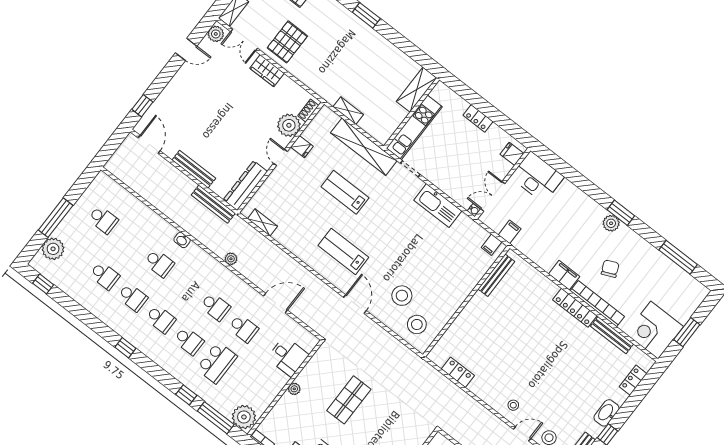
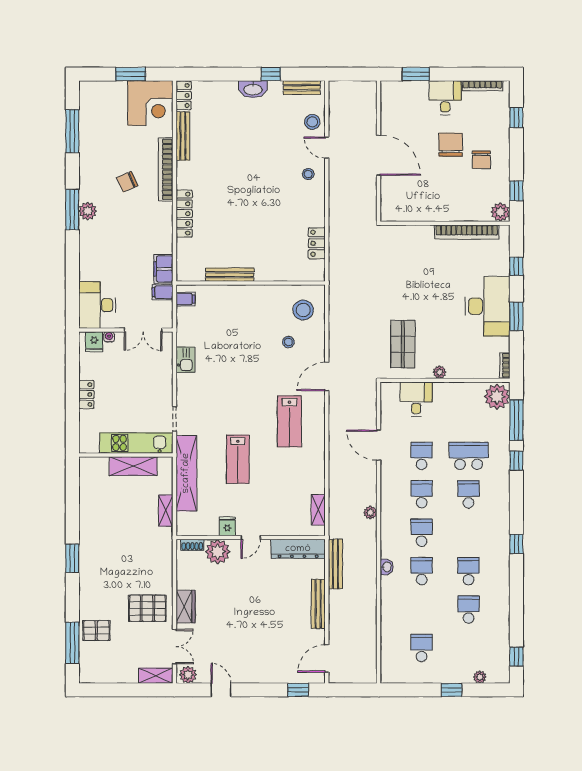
shelving: (417, 90) -> (133, 466), moved
kitchen sink: (438, 206) -> (185, 360), width x0.53, depth x0.81
water cooler: (474, 210) -> (109, 337), moved
window: (621, 213) -> (72, 210), width x1.44
window: (56, 218) -> (452, 690), width x0.46
plant: (53, 249) -> (480, 677), width x0.53, depth x0.53
bench: (496, 275) -> (230, 275), moved
filing cabinet: (564, 275) -> (163, 269), moved
stool: (402, 296) -> (288, 342), width x0.53, depth x0.53
locker: (575, 308) -> (184, 214), moved
school desk: (161, 319) -> (422, 533), moved
locker: (633, 380) -> (184, 95), moved, turned -90
shop shelf: (349, 400) -> (403, 344), moved, turned 90

